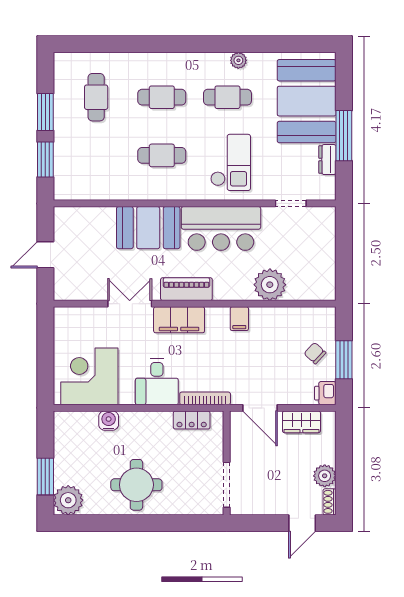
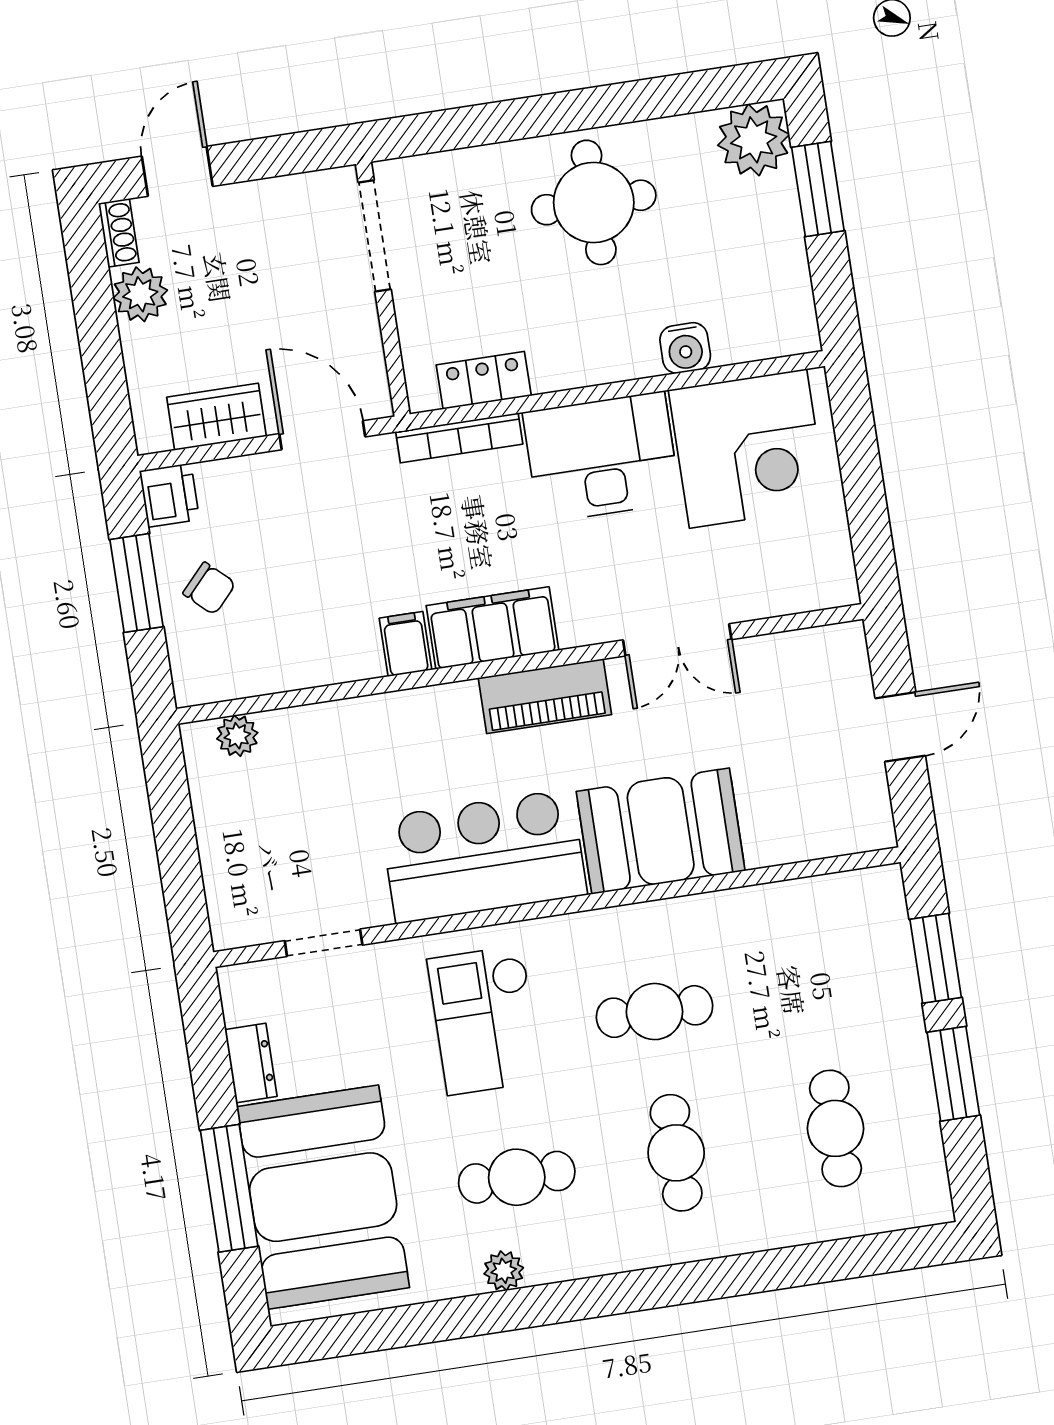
cafe table: (162, 97) -> (676, 1153), turned 90
window: (344, 136) -> (229, 1188), moved
plant: (270, 285) -> (237, 736), moved, width x0.53, depth x0.53
filing cabinet: (179, 320) -> (492, 628), moved
desk: (157, 382) -> (602, 457), width x1.37

